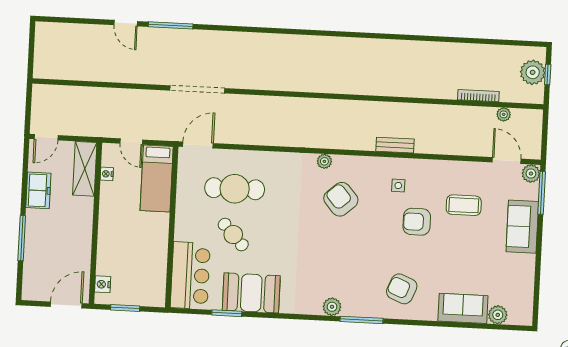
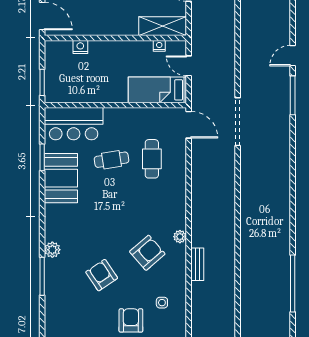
window: (384, 36) -> (293, 283), added
door: (131, 142) -> (189, 66), hinge flipped
bench: (395, 145) -> (197, 264), moved
cafe table: (235, 189) -> (152, 159), width x0.73, depth x0.74
cafe table: (233, 235) -> (111, 160), turned 34
nightstand: (103, 284) -> (80, 47), moved
armchair: (402, 289) -> (102, 275), moved, turned -56
window: (125, 308) -> (42, 82), moved

